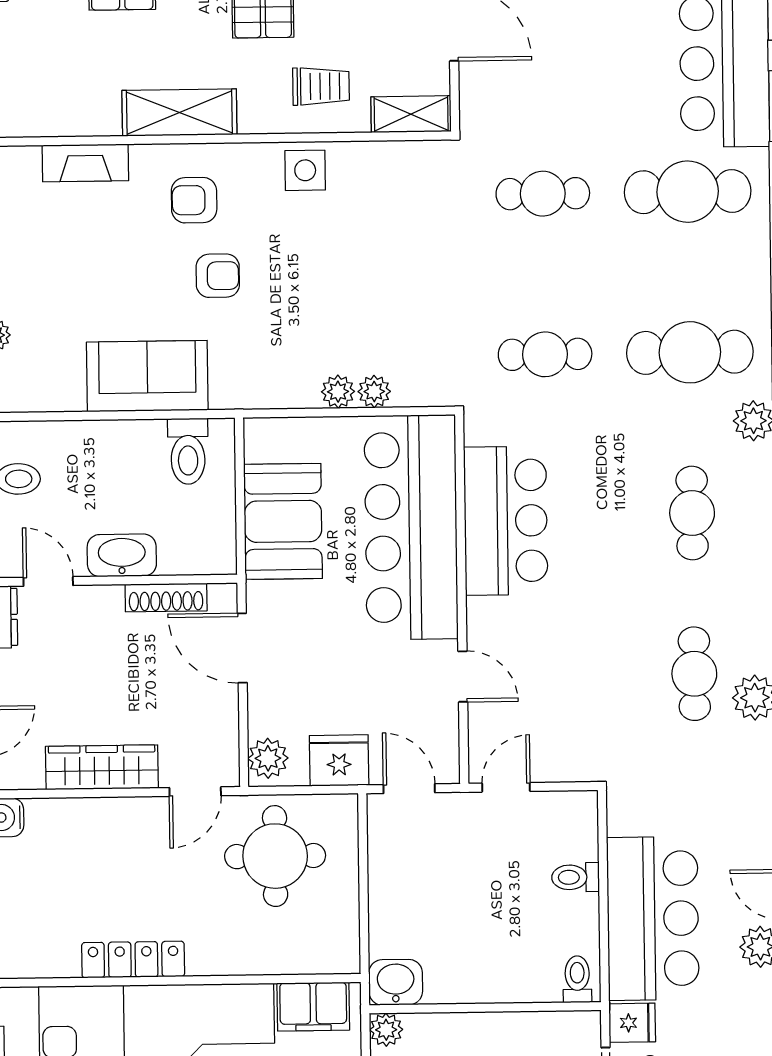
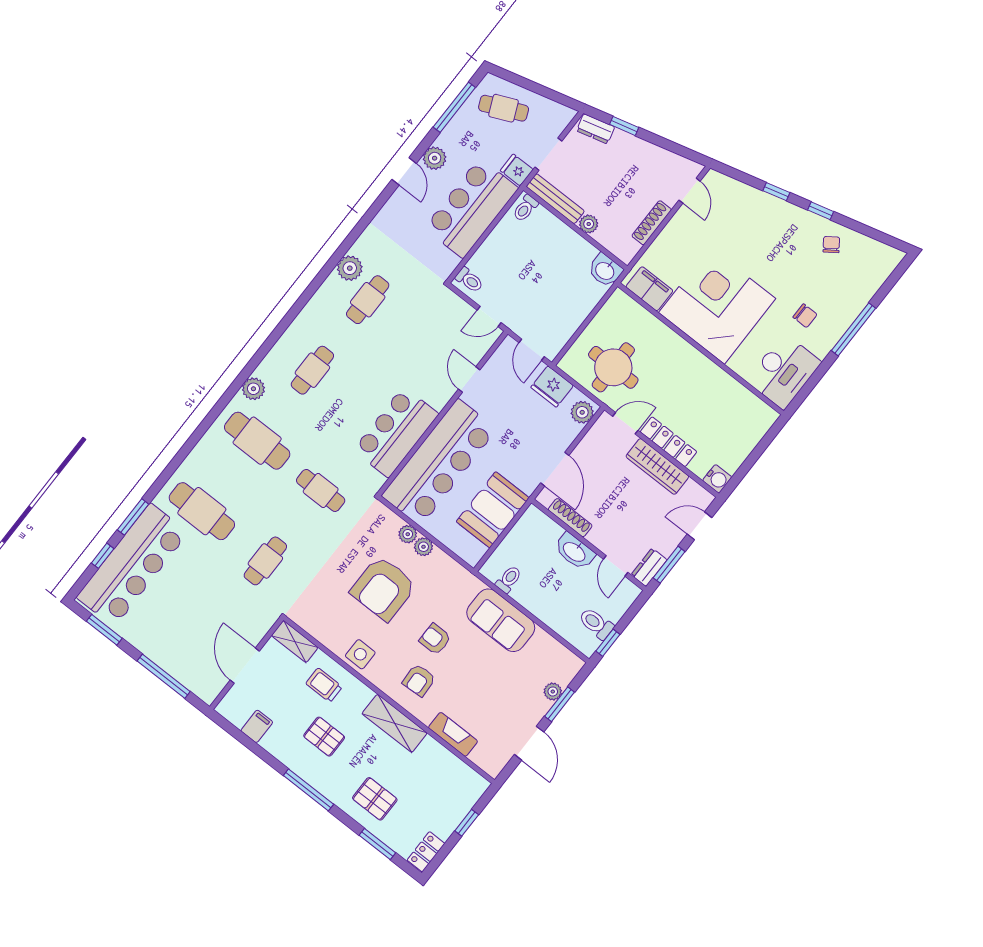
cafe table: (543, 194) -> (265, 561), turned 90
armchair: (194, 200) -> (419, 680), turned 87
armchair: (347, 288) -> (383, 588), added
toilet: (188, 451) -> (509, 579), width x0.73, depth x0.72
toilet: (575, 877) -> (469, 280), moved
locker: (133, 960) -> (669, 442), moved, turned 180
bench: (546, 1026) -> (555, 199), added
plant: (386, 1030) -> (589, 224), moved

